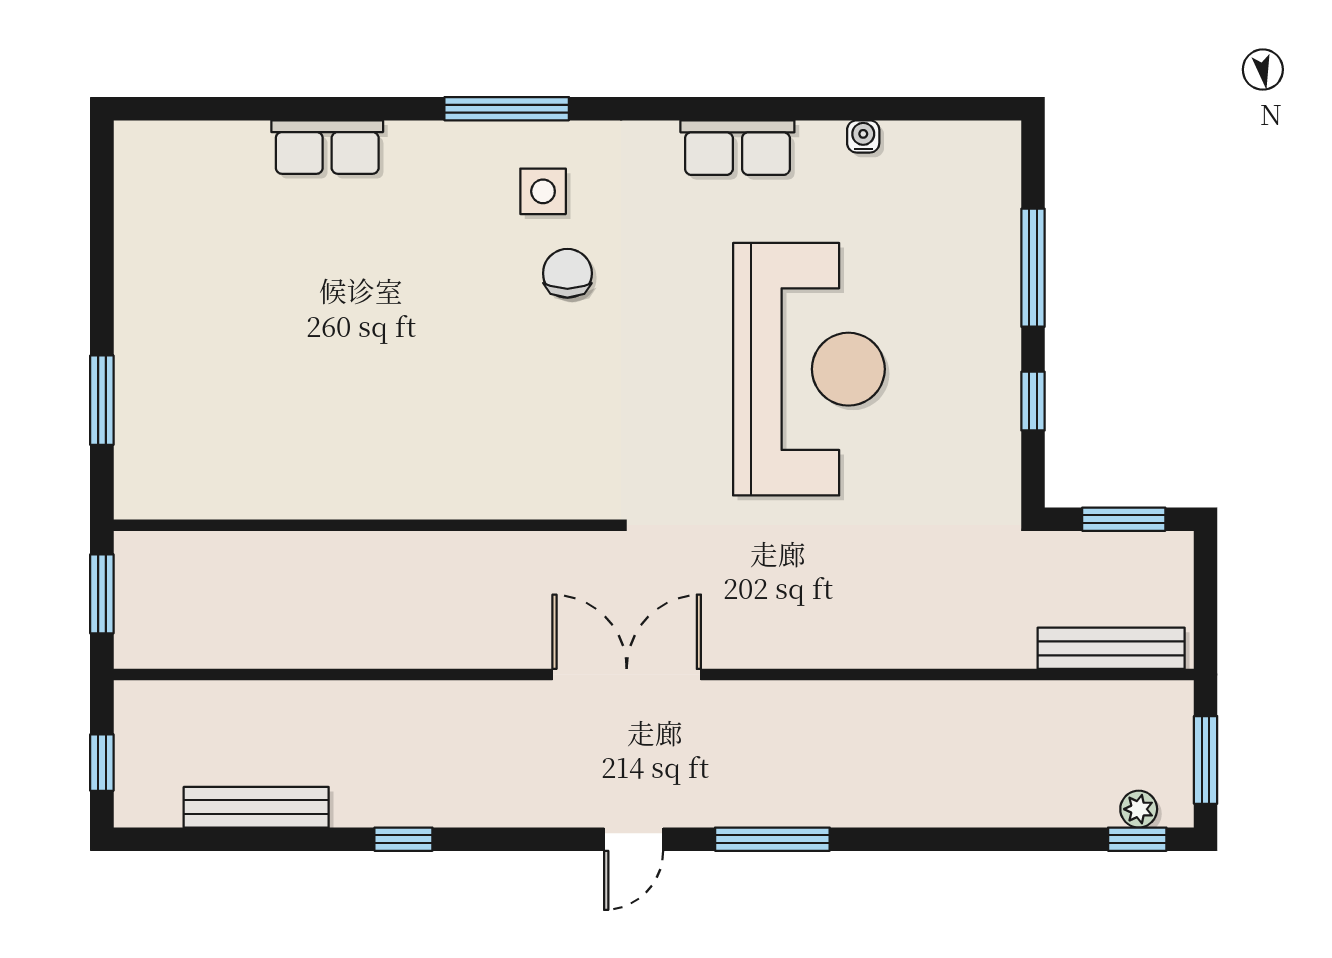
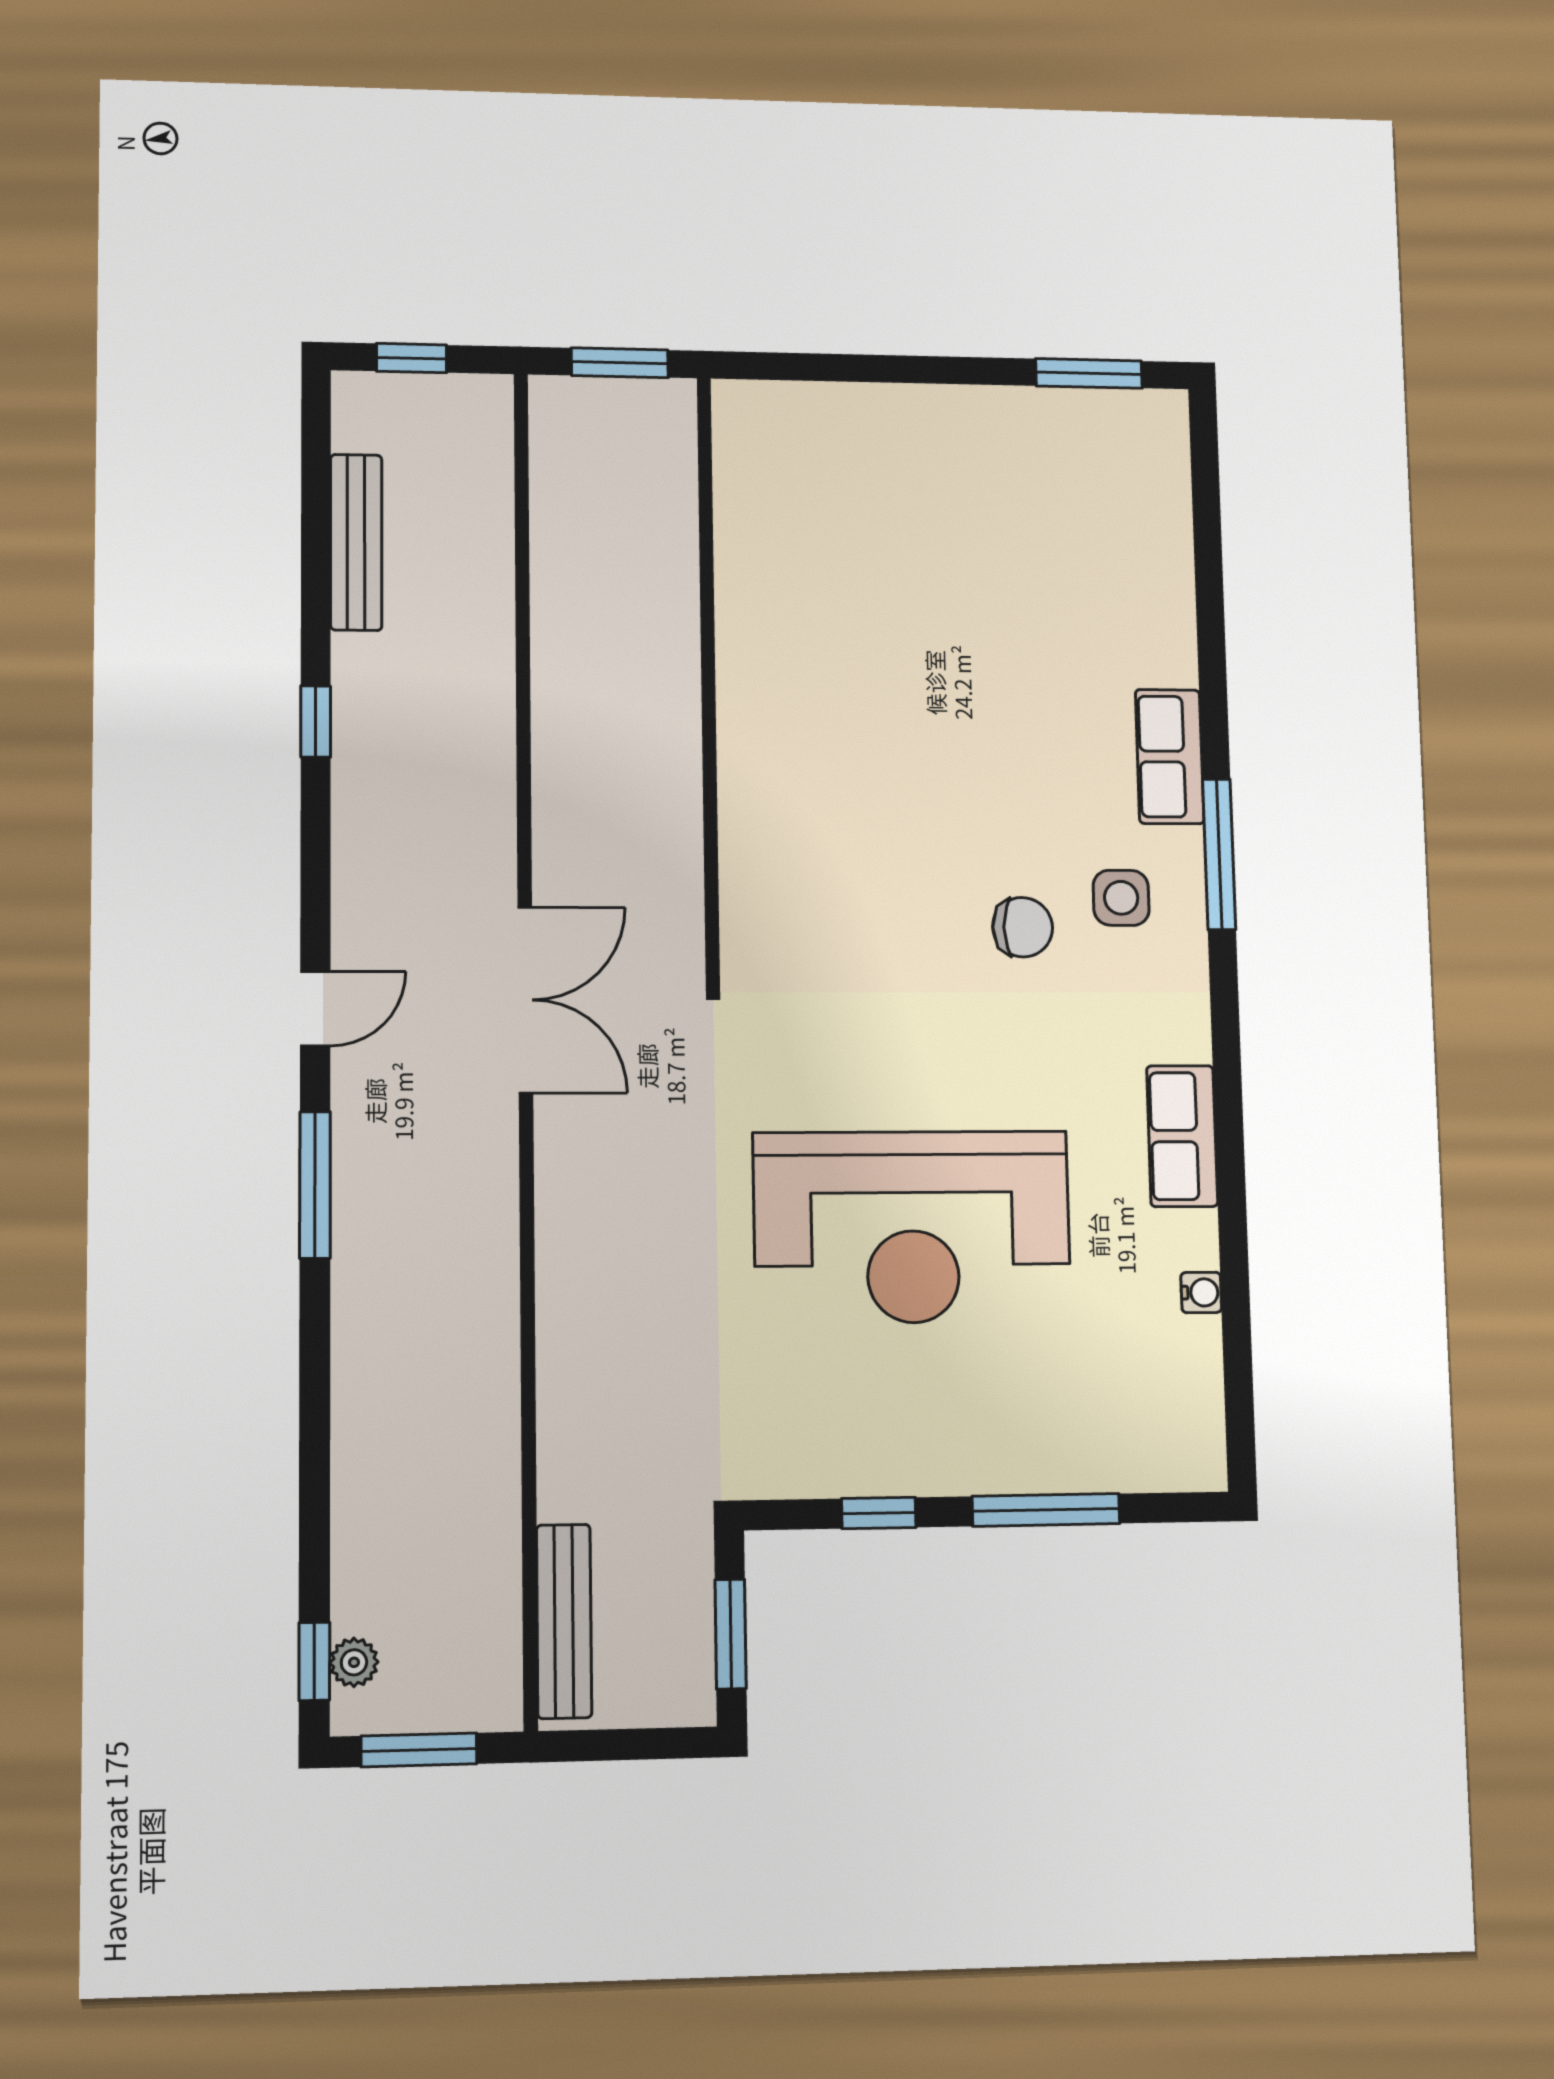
row of seats: (327, 147) -> (1170, 757), moved
window: (102, 400) -> (1089, 373), moved
door: (634, 839) -> (315, 1009), swing flipped

